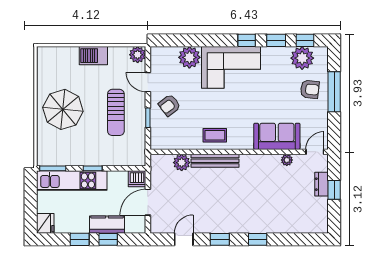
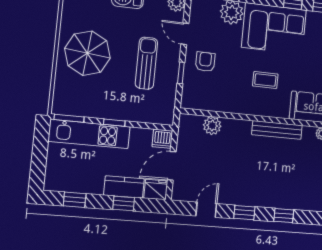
armchair: (169, 105) -> (205, 62), turned 128
sun lounger: (116, 112) -> (146, 63), turned 180
coffee table: (215, 135) -> (265, 80), moved
bench: (215, 161) -> (277, 130), moved
fridge: (45, 223) -> (156, 190), moved, turned -90
window: (80, 239) -> (75, 200), moved

